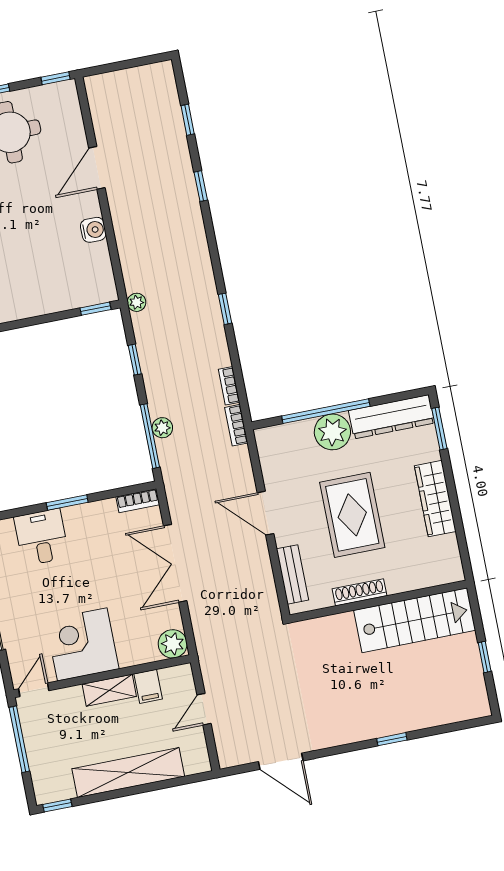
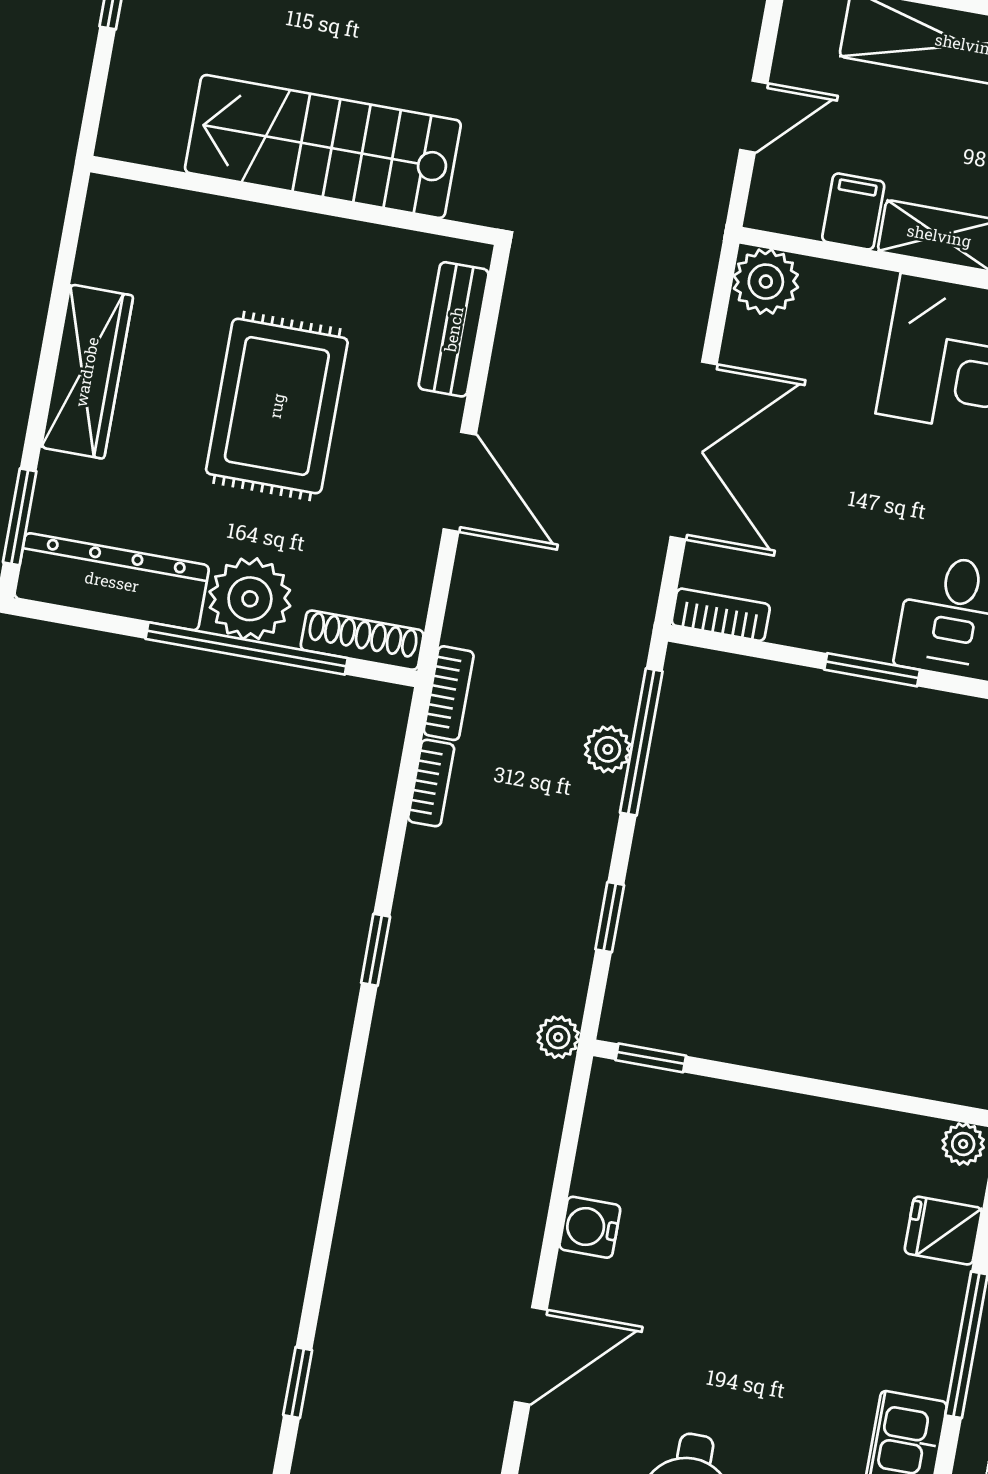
window: (201, 186) -> (325, 1231), removed
shoe rack: (360, 592) -> (362, 640), moved, turned 180
stairs: (415, 620) -> (323, 147), moved

